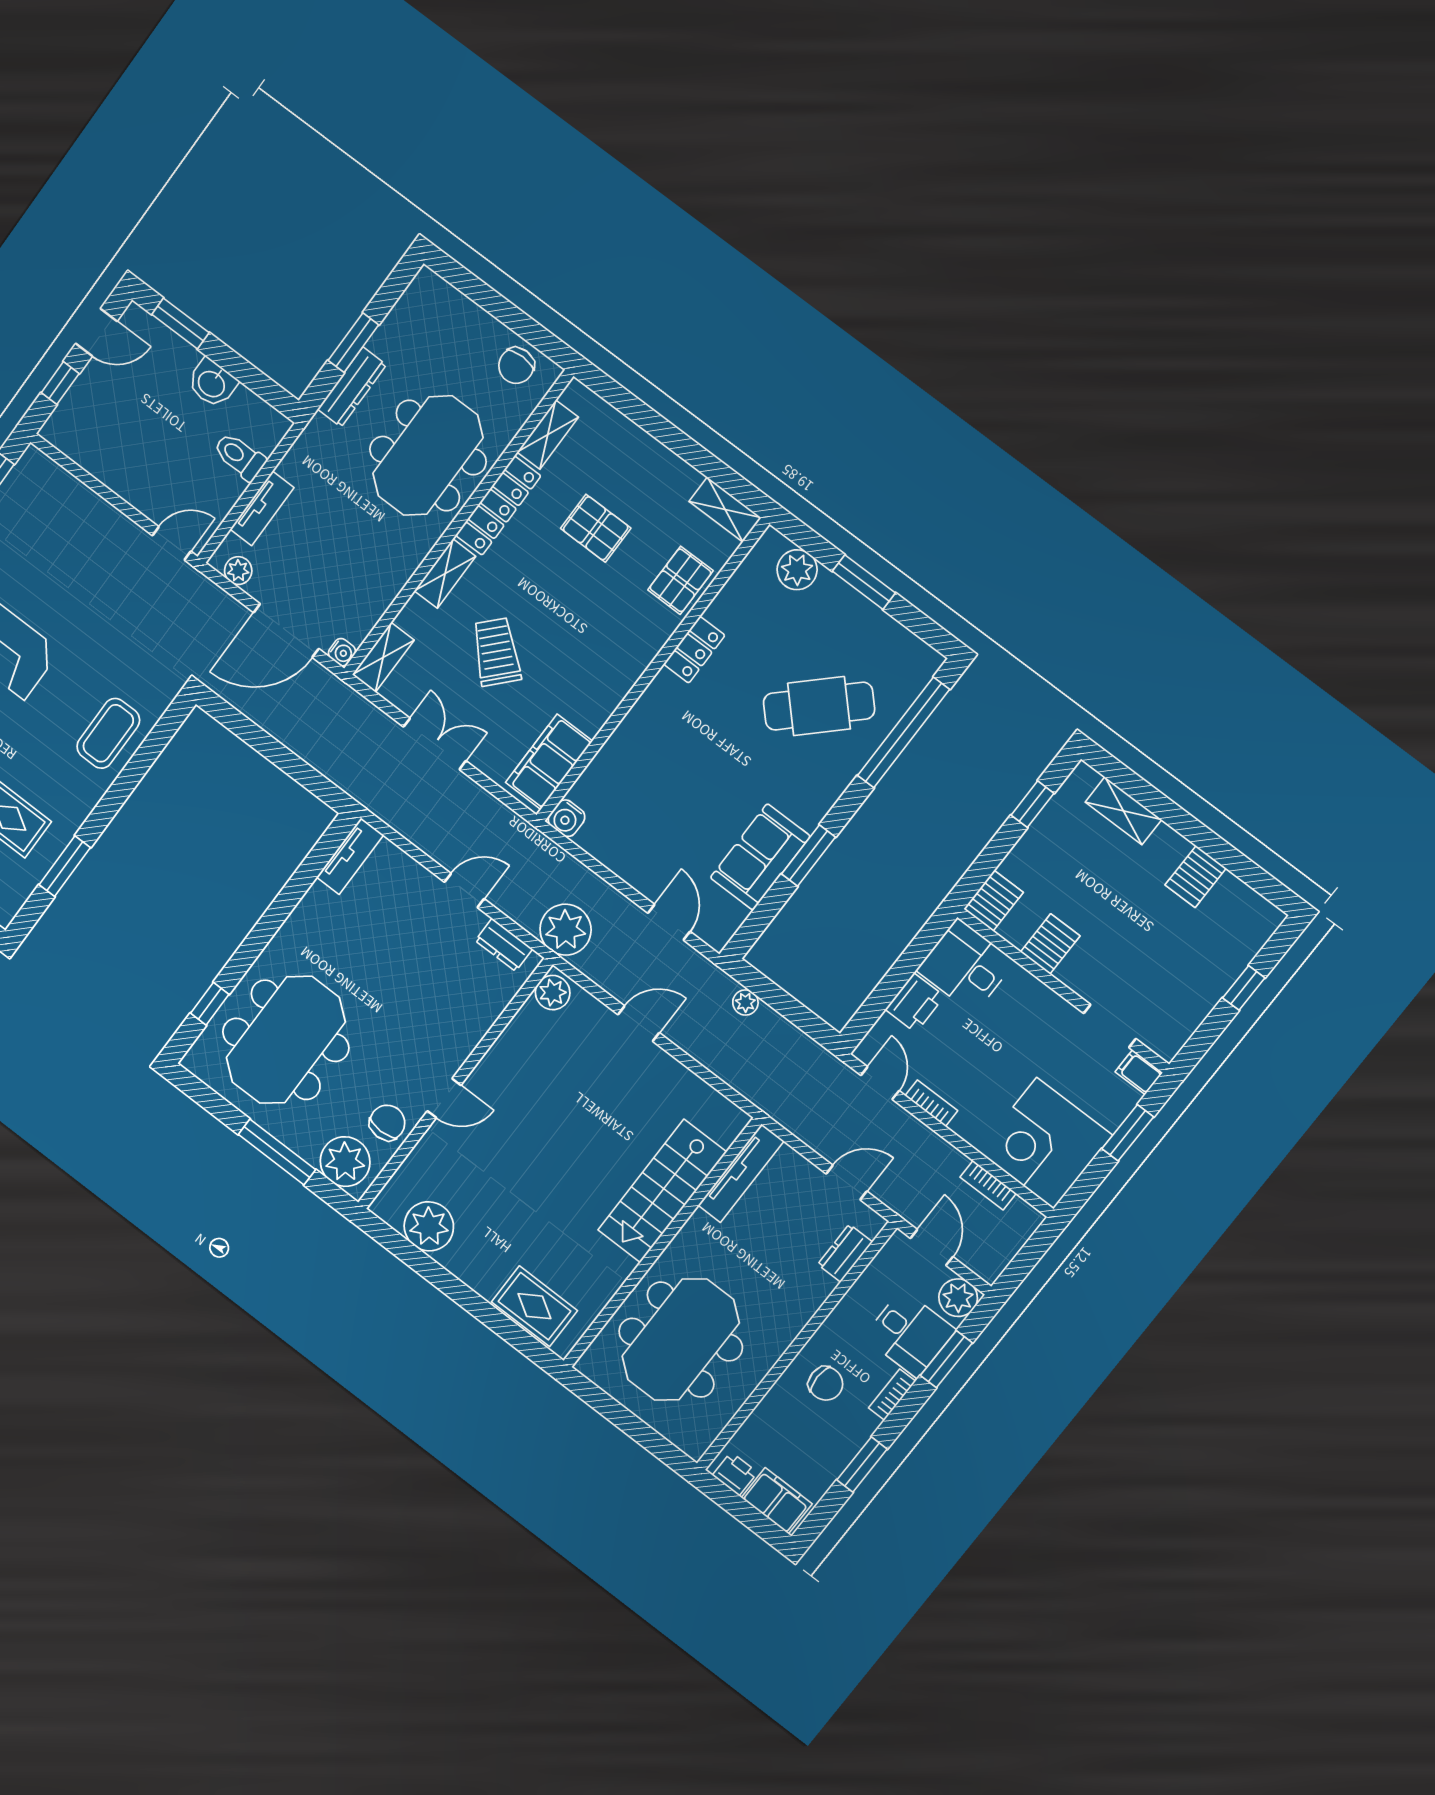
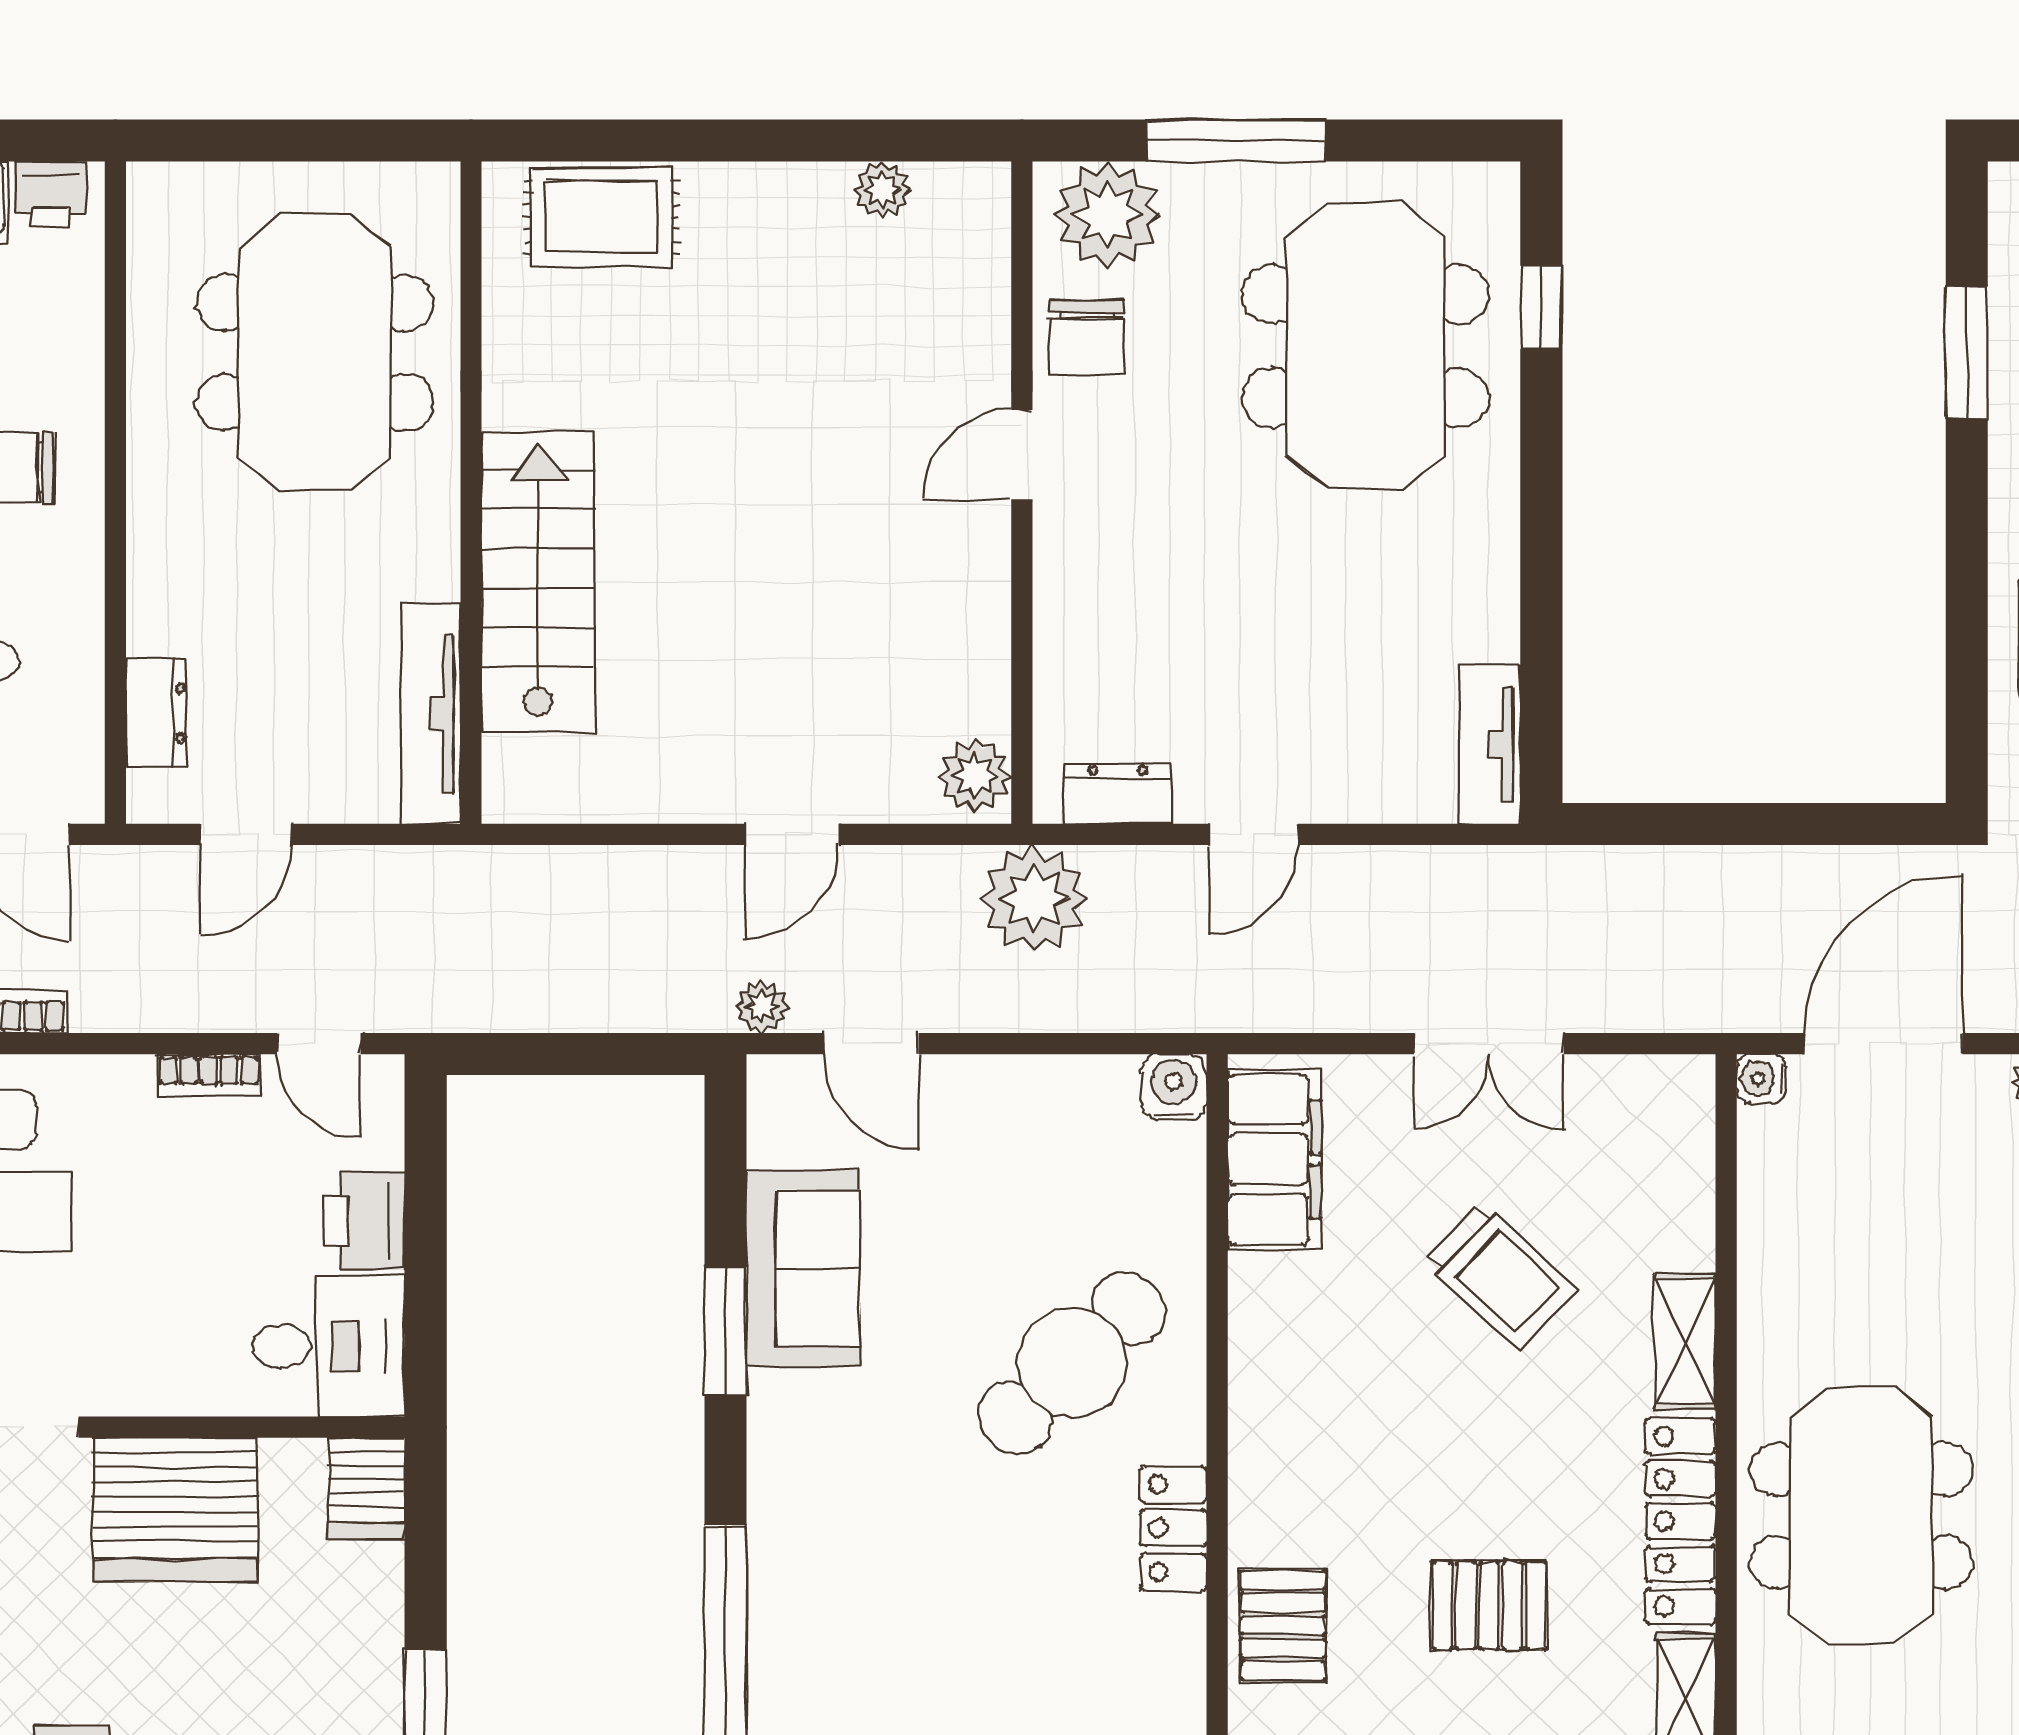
shelving: (383, 657) -> (1685, 1123), removed
cafe table: (819, 706) -> (1072, 1363), moved
server rack: (1050, 944) -> (175, 1510), width x2.18, depth x1.44
plant: (745, 1002) -> (762, 1007), moved
plant: (429, 1226) -> (882, 190), width x0.53, depth x0.53

